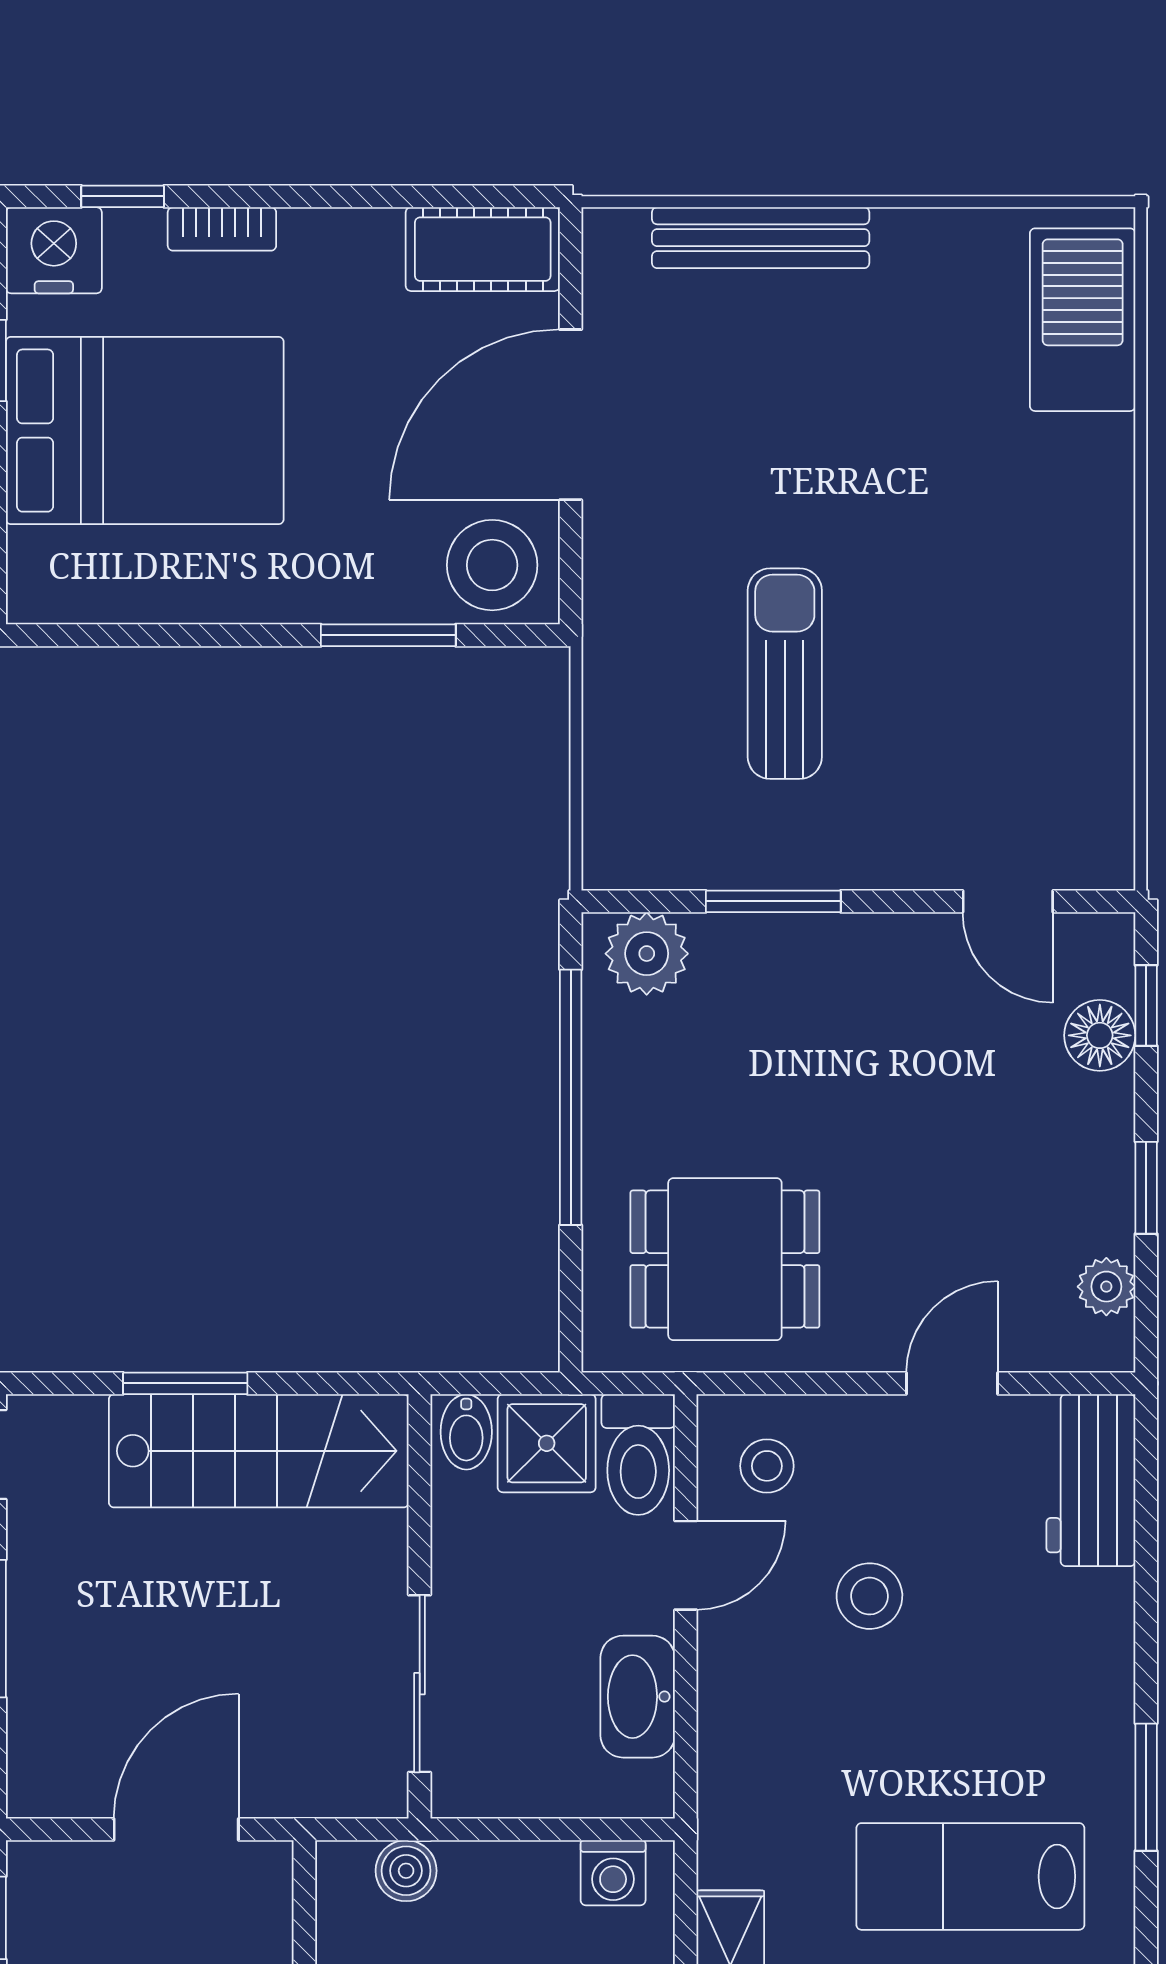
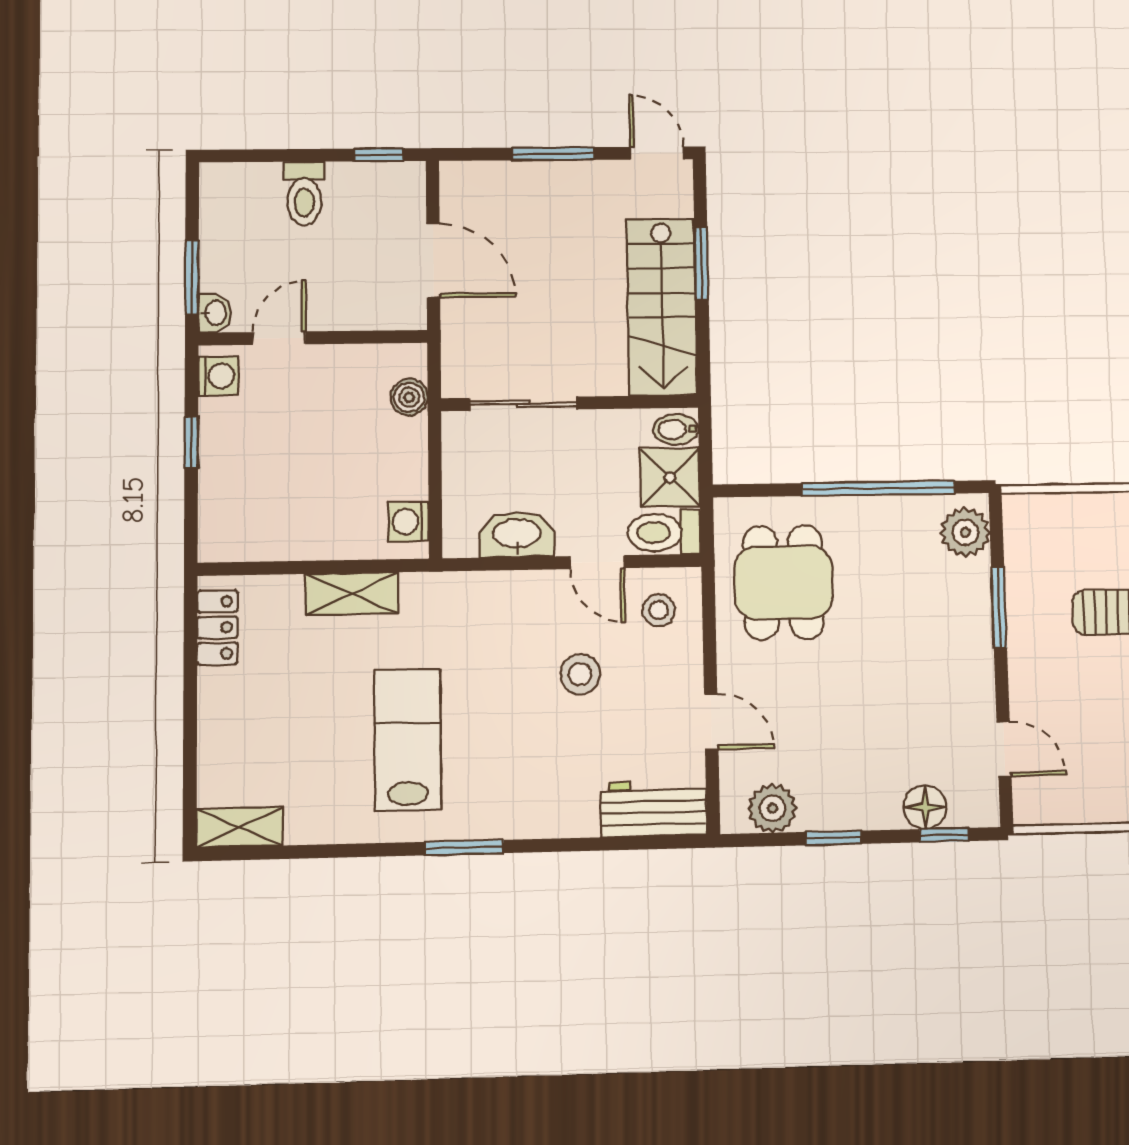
door: (1008, 901) -> (1004, 749), swing flipped
plant: (1106, 1287) -> (772, 808), width x1.38, depth x1.38

